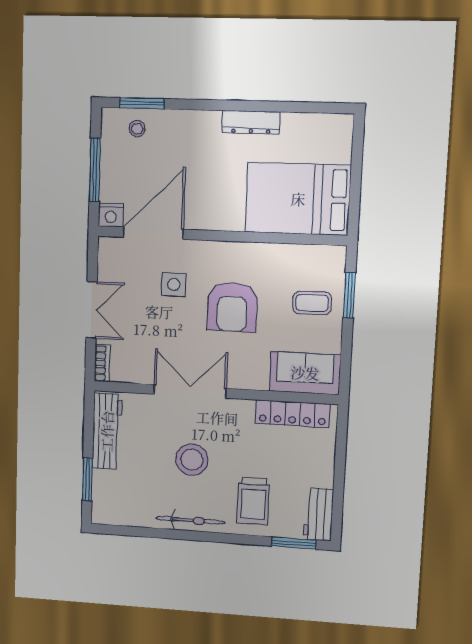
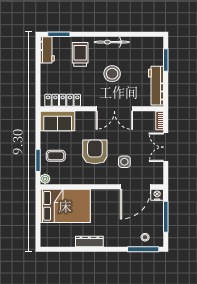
window: (142, 103) -> (143, 249), width x1.44
plant: (336, 257) -> (45, 179), added

